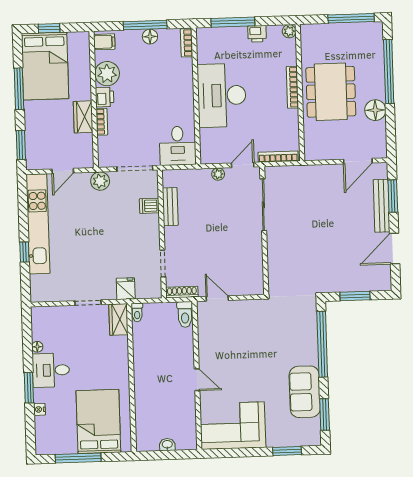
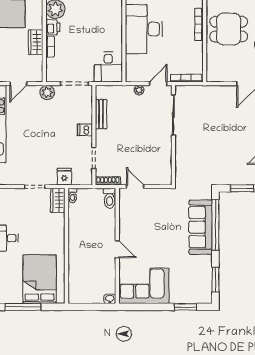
dining table: (331, 92) -> (229, 29), width x0.73
dishwasher: (149, 206) -> (85, 130), moved
sofa: (305, 392) -> (201, 227), moved, width x1.36
washbasin: (167, 445) -> (110, 299), moved

